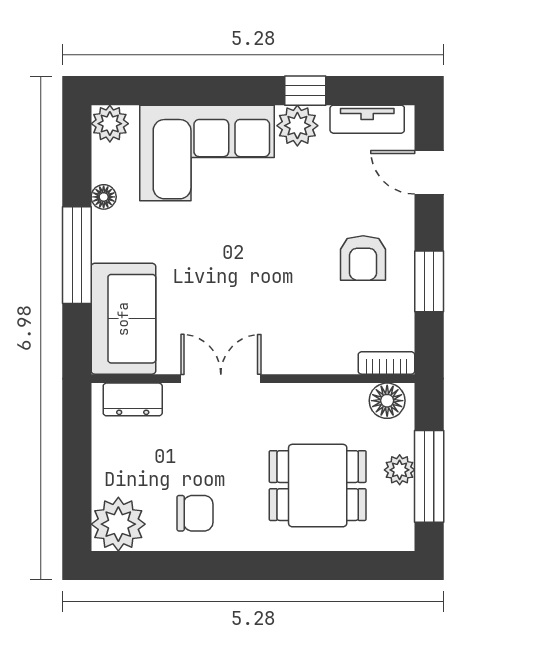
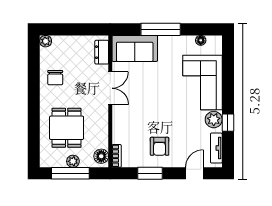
plant: (110, 124) -> (215, 43), removed
floor lamp: (104, 197) -> (201, 40), moved
armchair: (363, 258) -> (160, 146), turned -90
plant: (118, 524) -> (46, 41), width x0.53, depth x0.53

